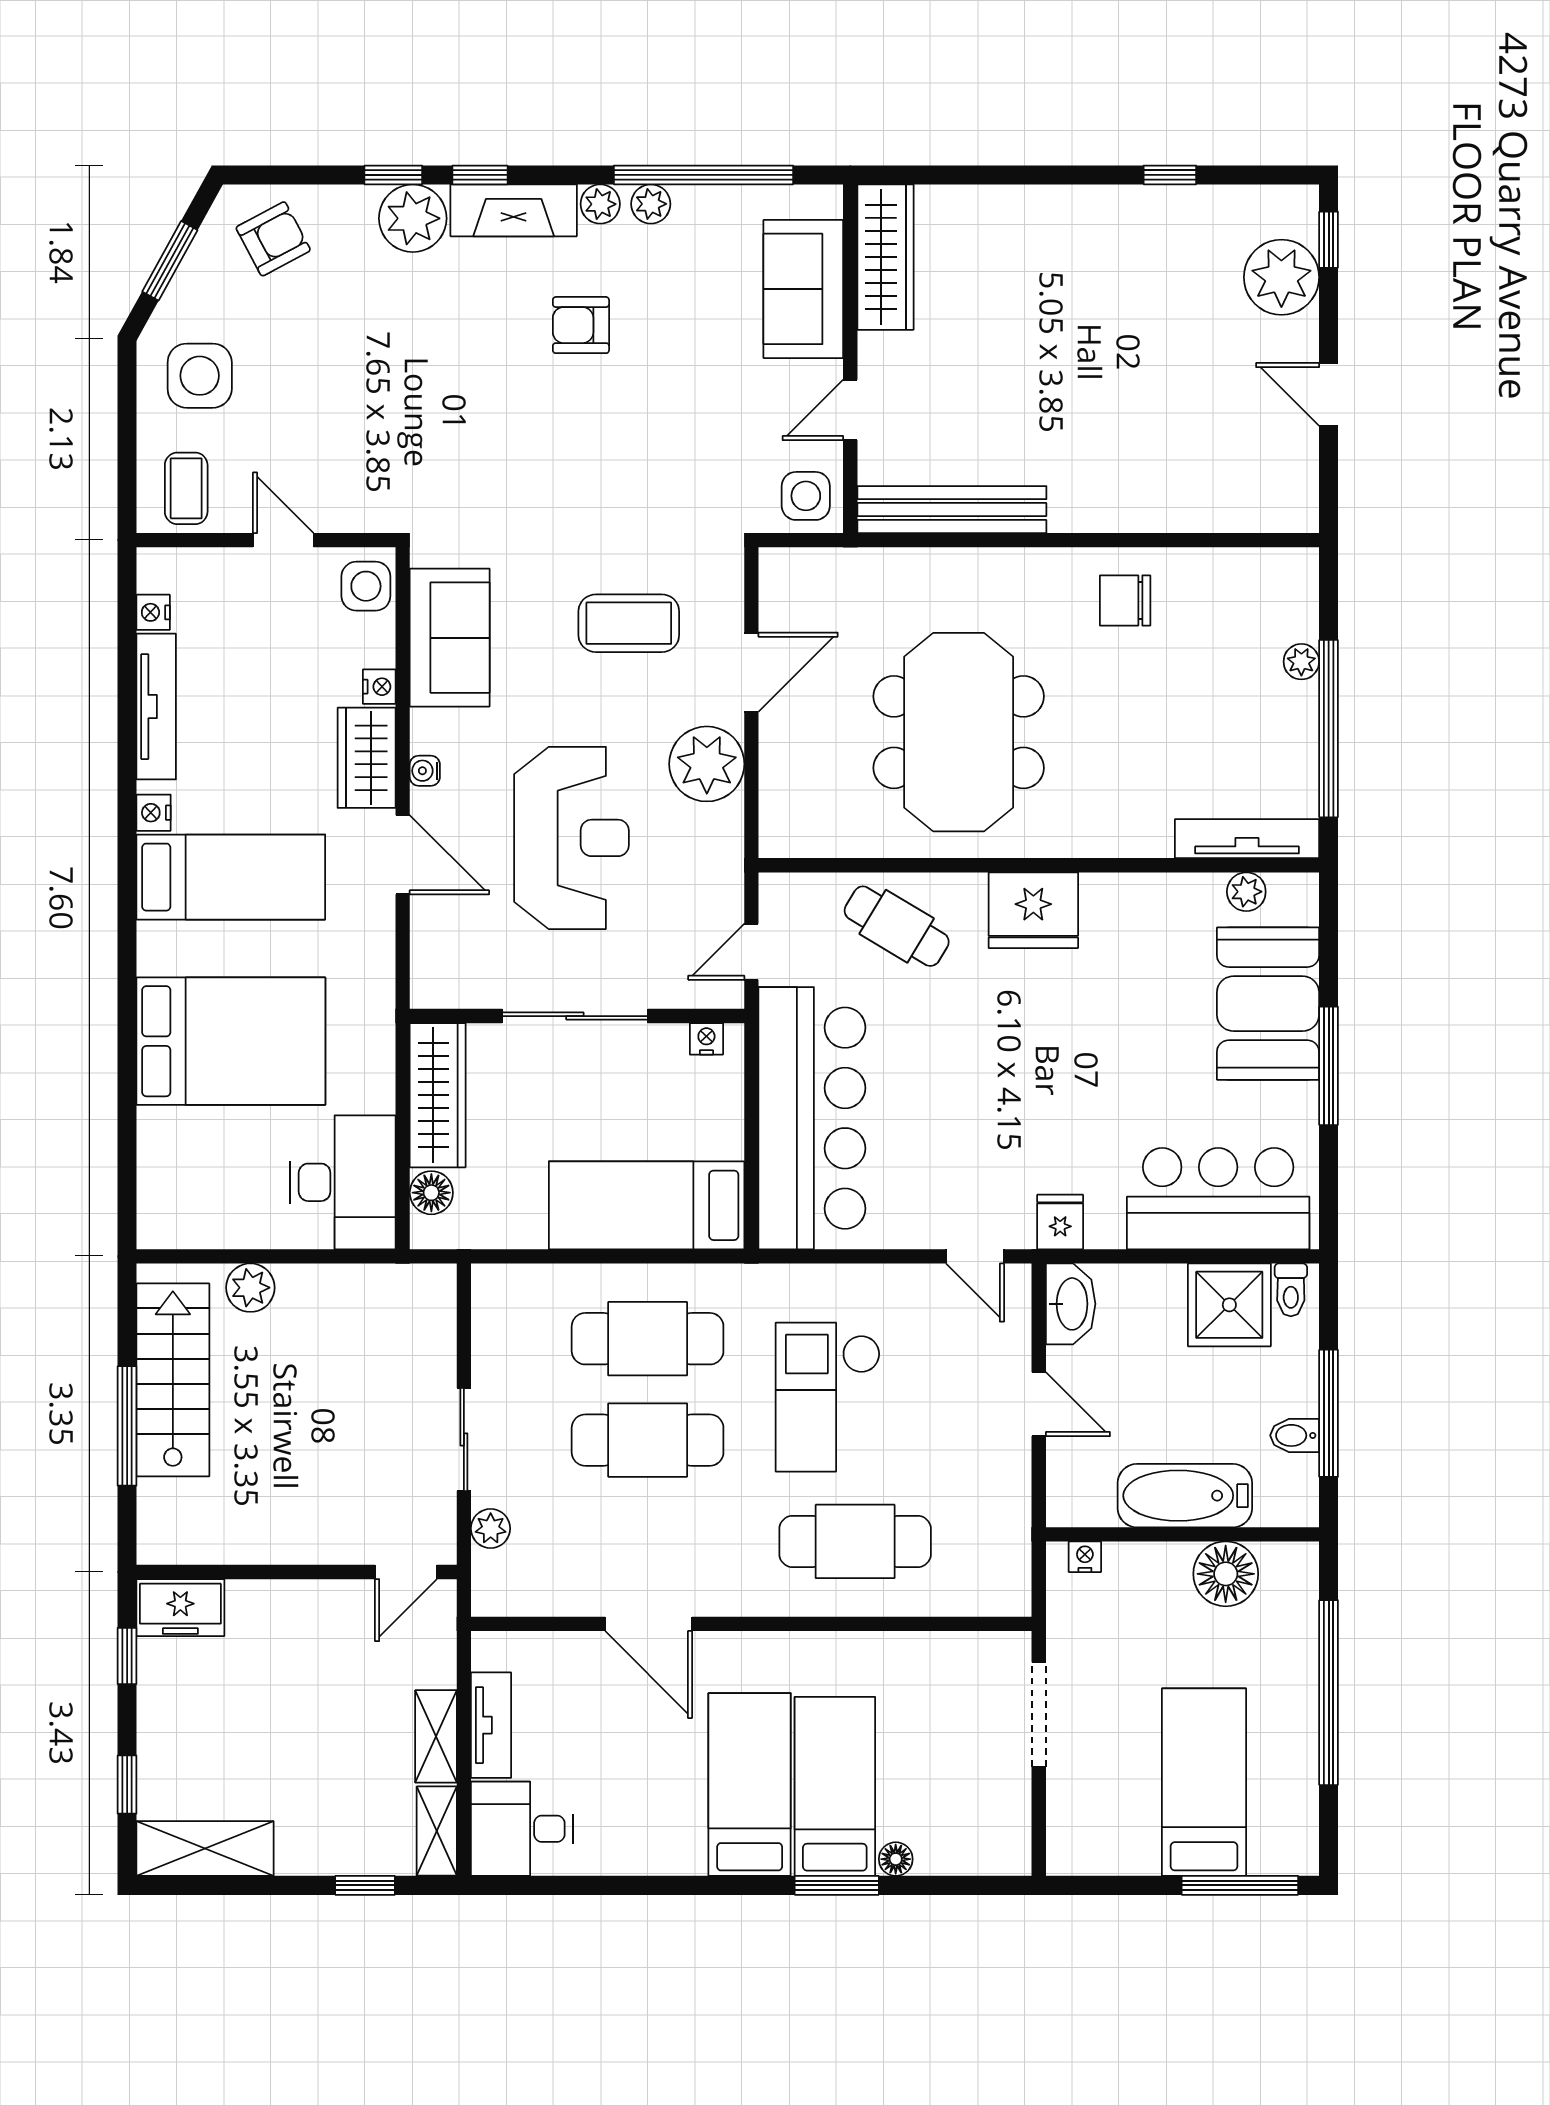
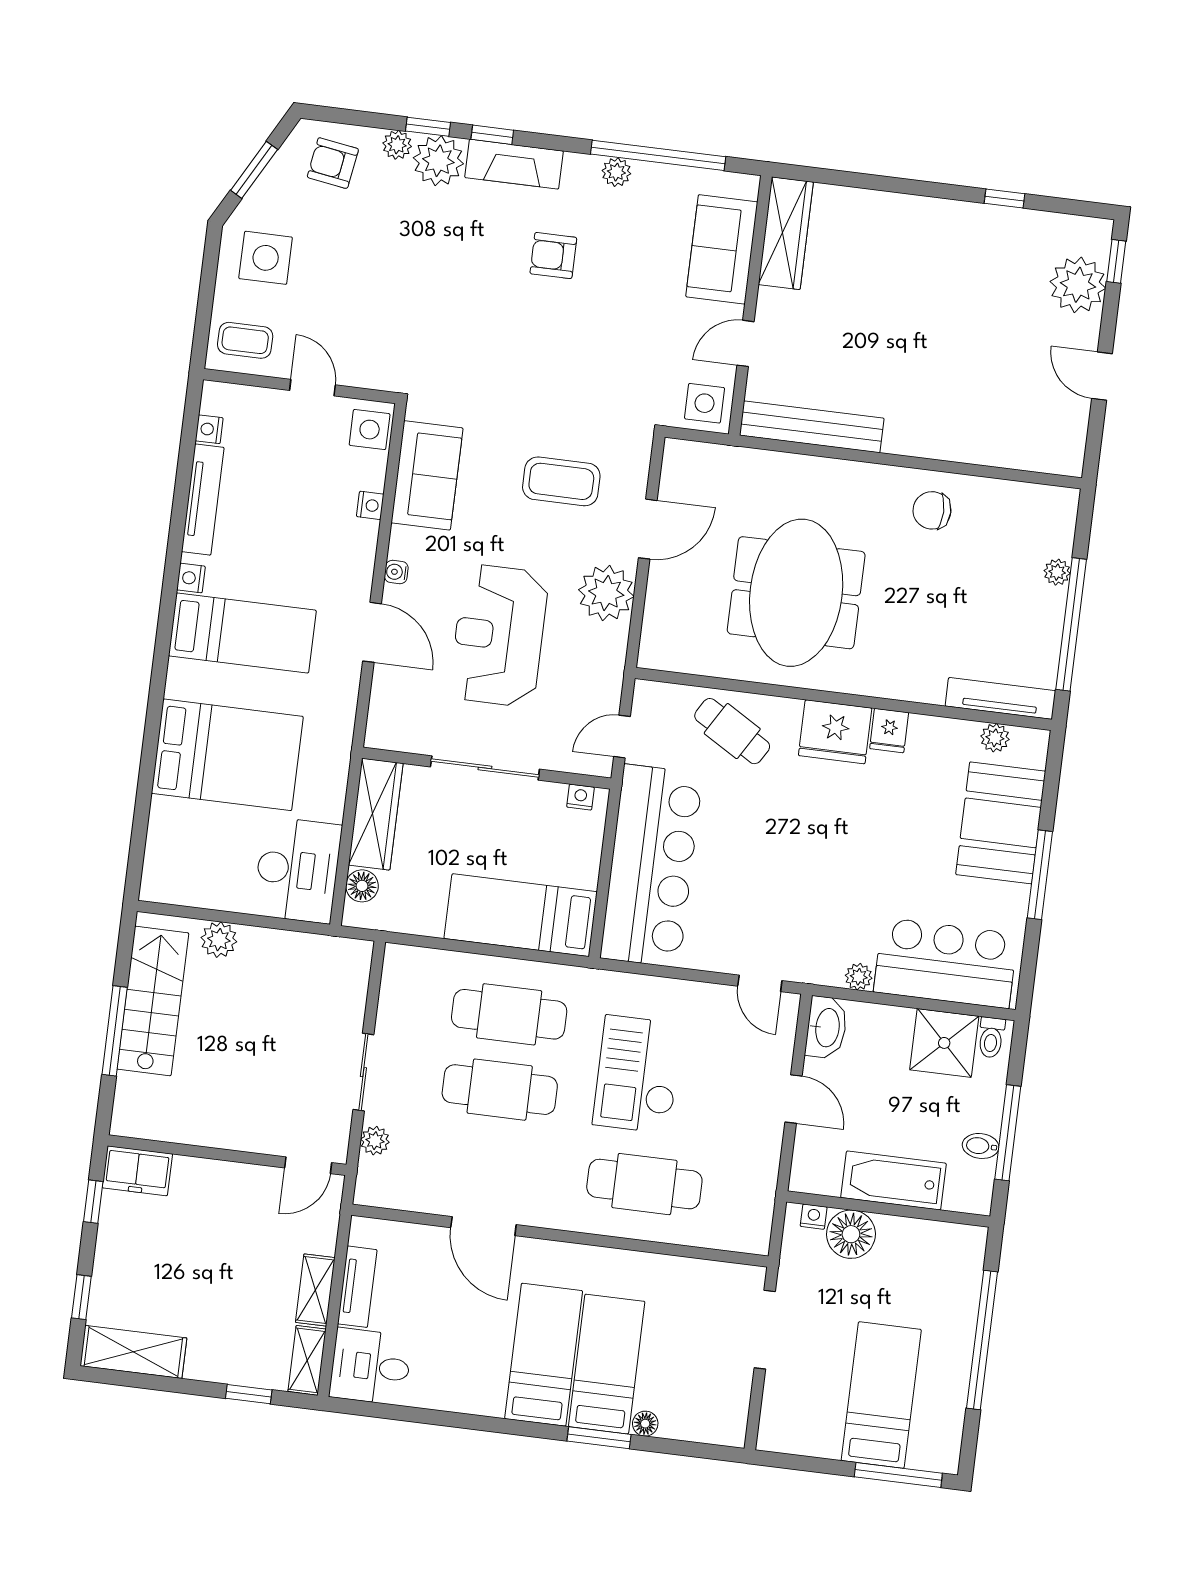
plant: (600, 204) -> (397, 145), moved
armchair: (273, 239) -> (333, 163), turned -143
coffee table: (186, 488) -> (245, 340), turned 90
wardrobe: (367, 758) -> (354, 557), removed
reception desk: (571, 838) -> (499, 635), turned 180
fridge: (1060, 1222) -> (889, 731), moved, turned 180
plant: (1105, 1231) -> (859, 977), added
floor lamp: (1226, 1574) -> (851, 1234), moved

